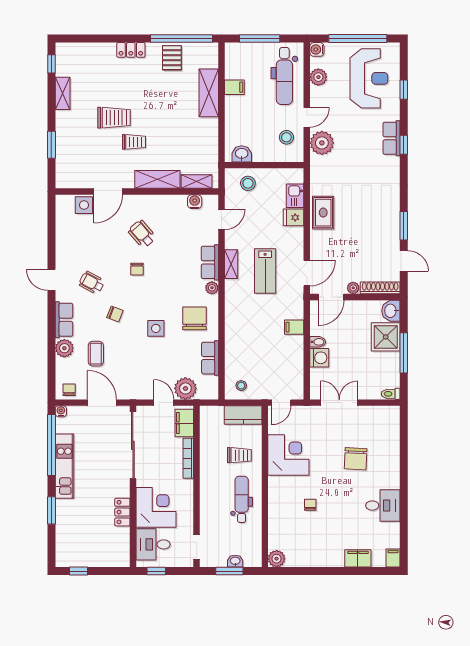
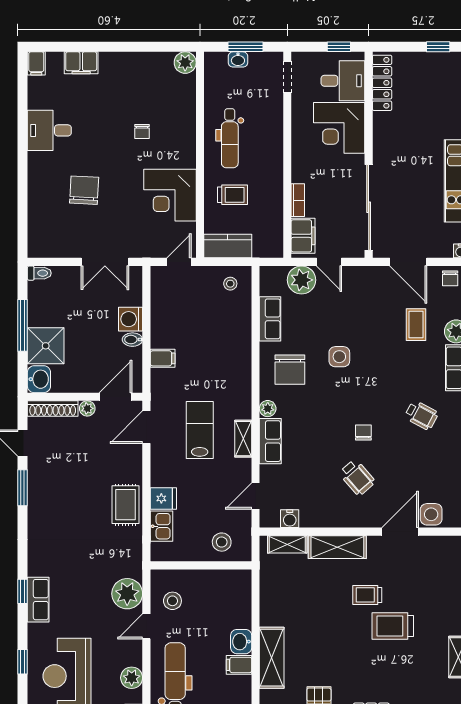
washbasin: (242, 154) -> (241, 642), moved, turned 90
chair: (115, 314) -> (392, 375), removed
trolley: (239, 455) -> (233, 195), turned 180
bookcase: (188, 458) -> (298, 200), width x0.64
locker: (122, 512) -> (382, 83), moved, width x1.53

